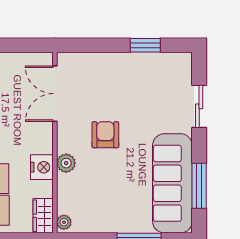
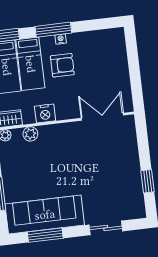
armchair: (105, 135) -> (76, 159), removed
plant: (66, 163) -> (30, 134), moved

